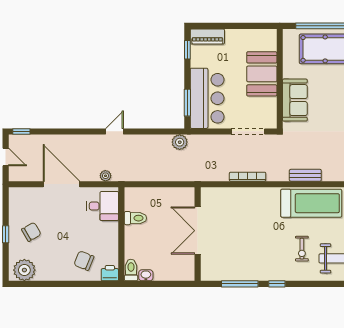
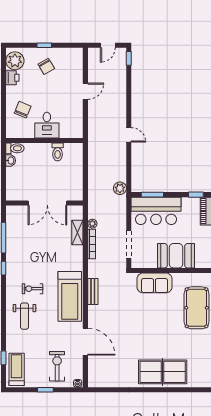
plant: (105, 176) -> (92, 224), moved
door: (61, 184) -> (85, 91), width x0.53
shelving: (233, 194) -> (77, 232), added
desk: (103, 206) -> (47, 125), moved
double door: (198, 231) -> (47, 203), swing flipped
printer: (110, 273) -> (12, 78), moved

